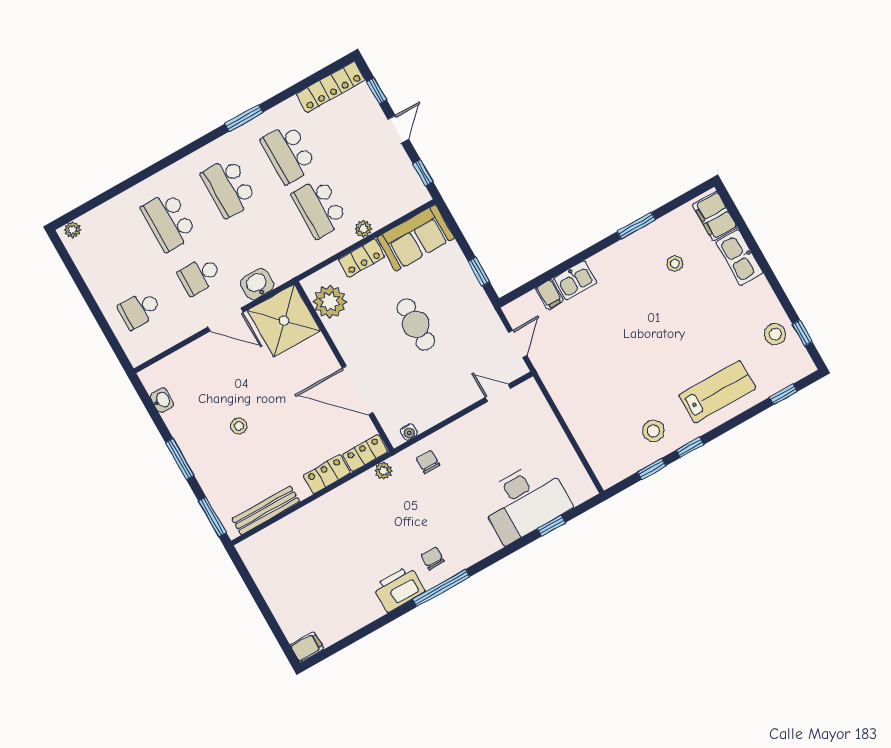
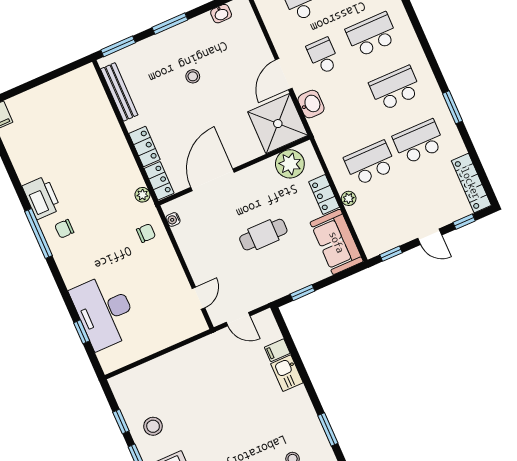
chair: (433, 558) -> (64, 229), turned 180

